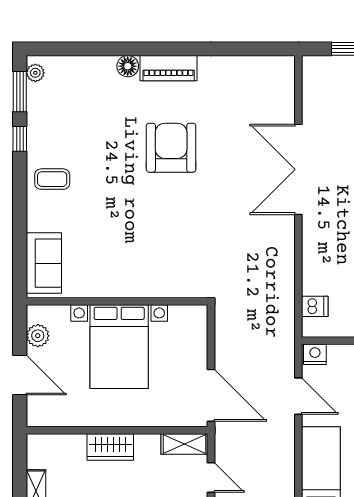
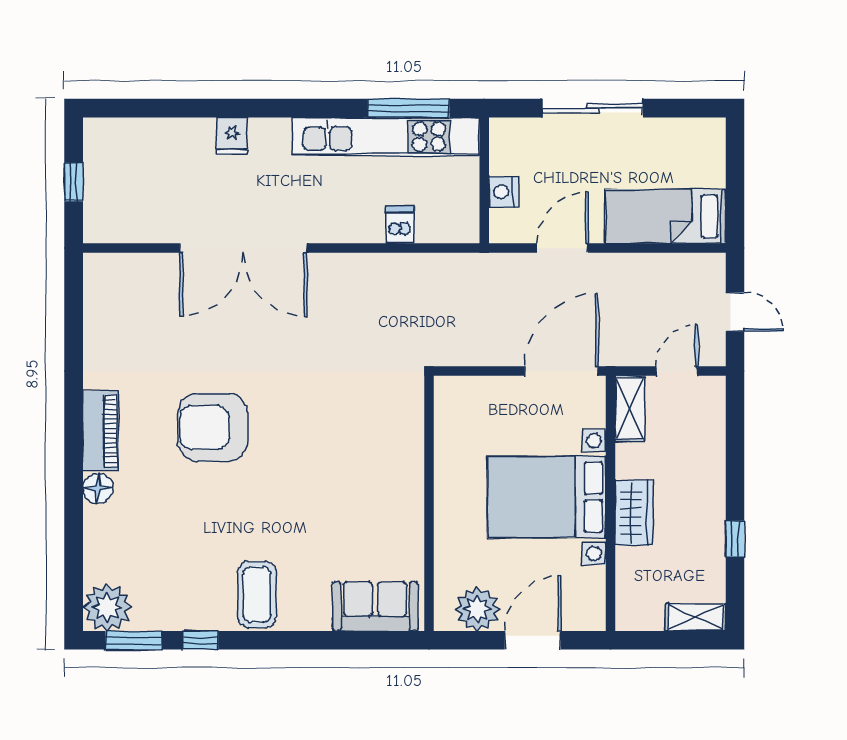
plant: (35, 73) -> (107, 607), width x1.88, depth x1.88
coffee table: (52, 179) -> (257, 595), width x1.36, depth x1.30
dishwasher: (315, 306) -> (400, 225), moved
plant: (38, 336) -> (477, 609), width x1.36, depth x1.36
bed with nightstands: (119, 347) -> (547, 497), moved, turned 180
nightstand: (315, 354) -> (503, 192), moved

